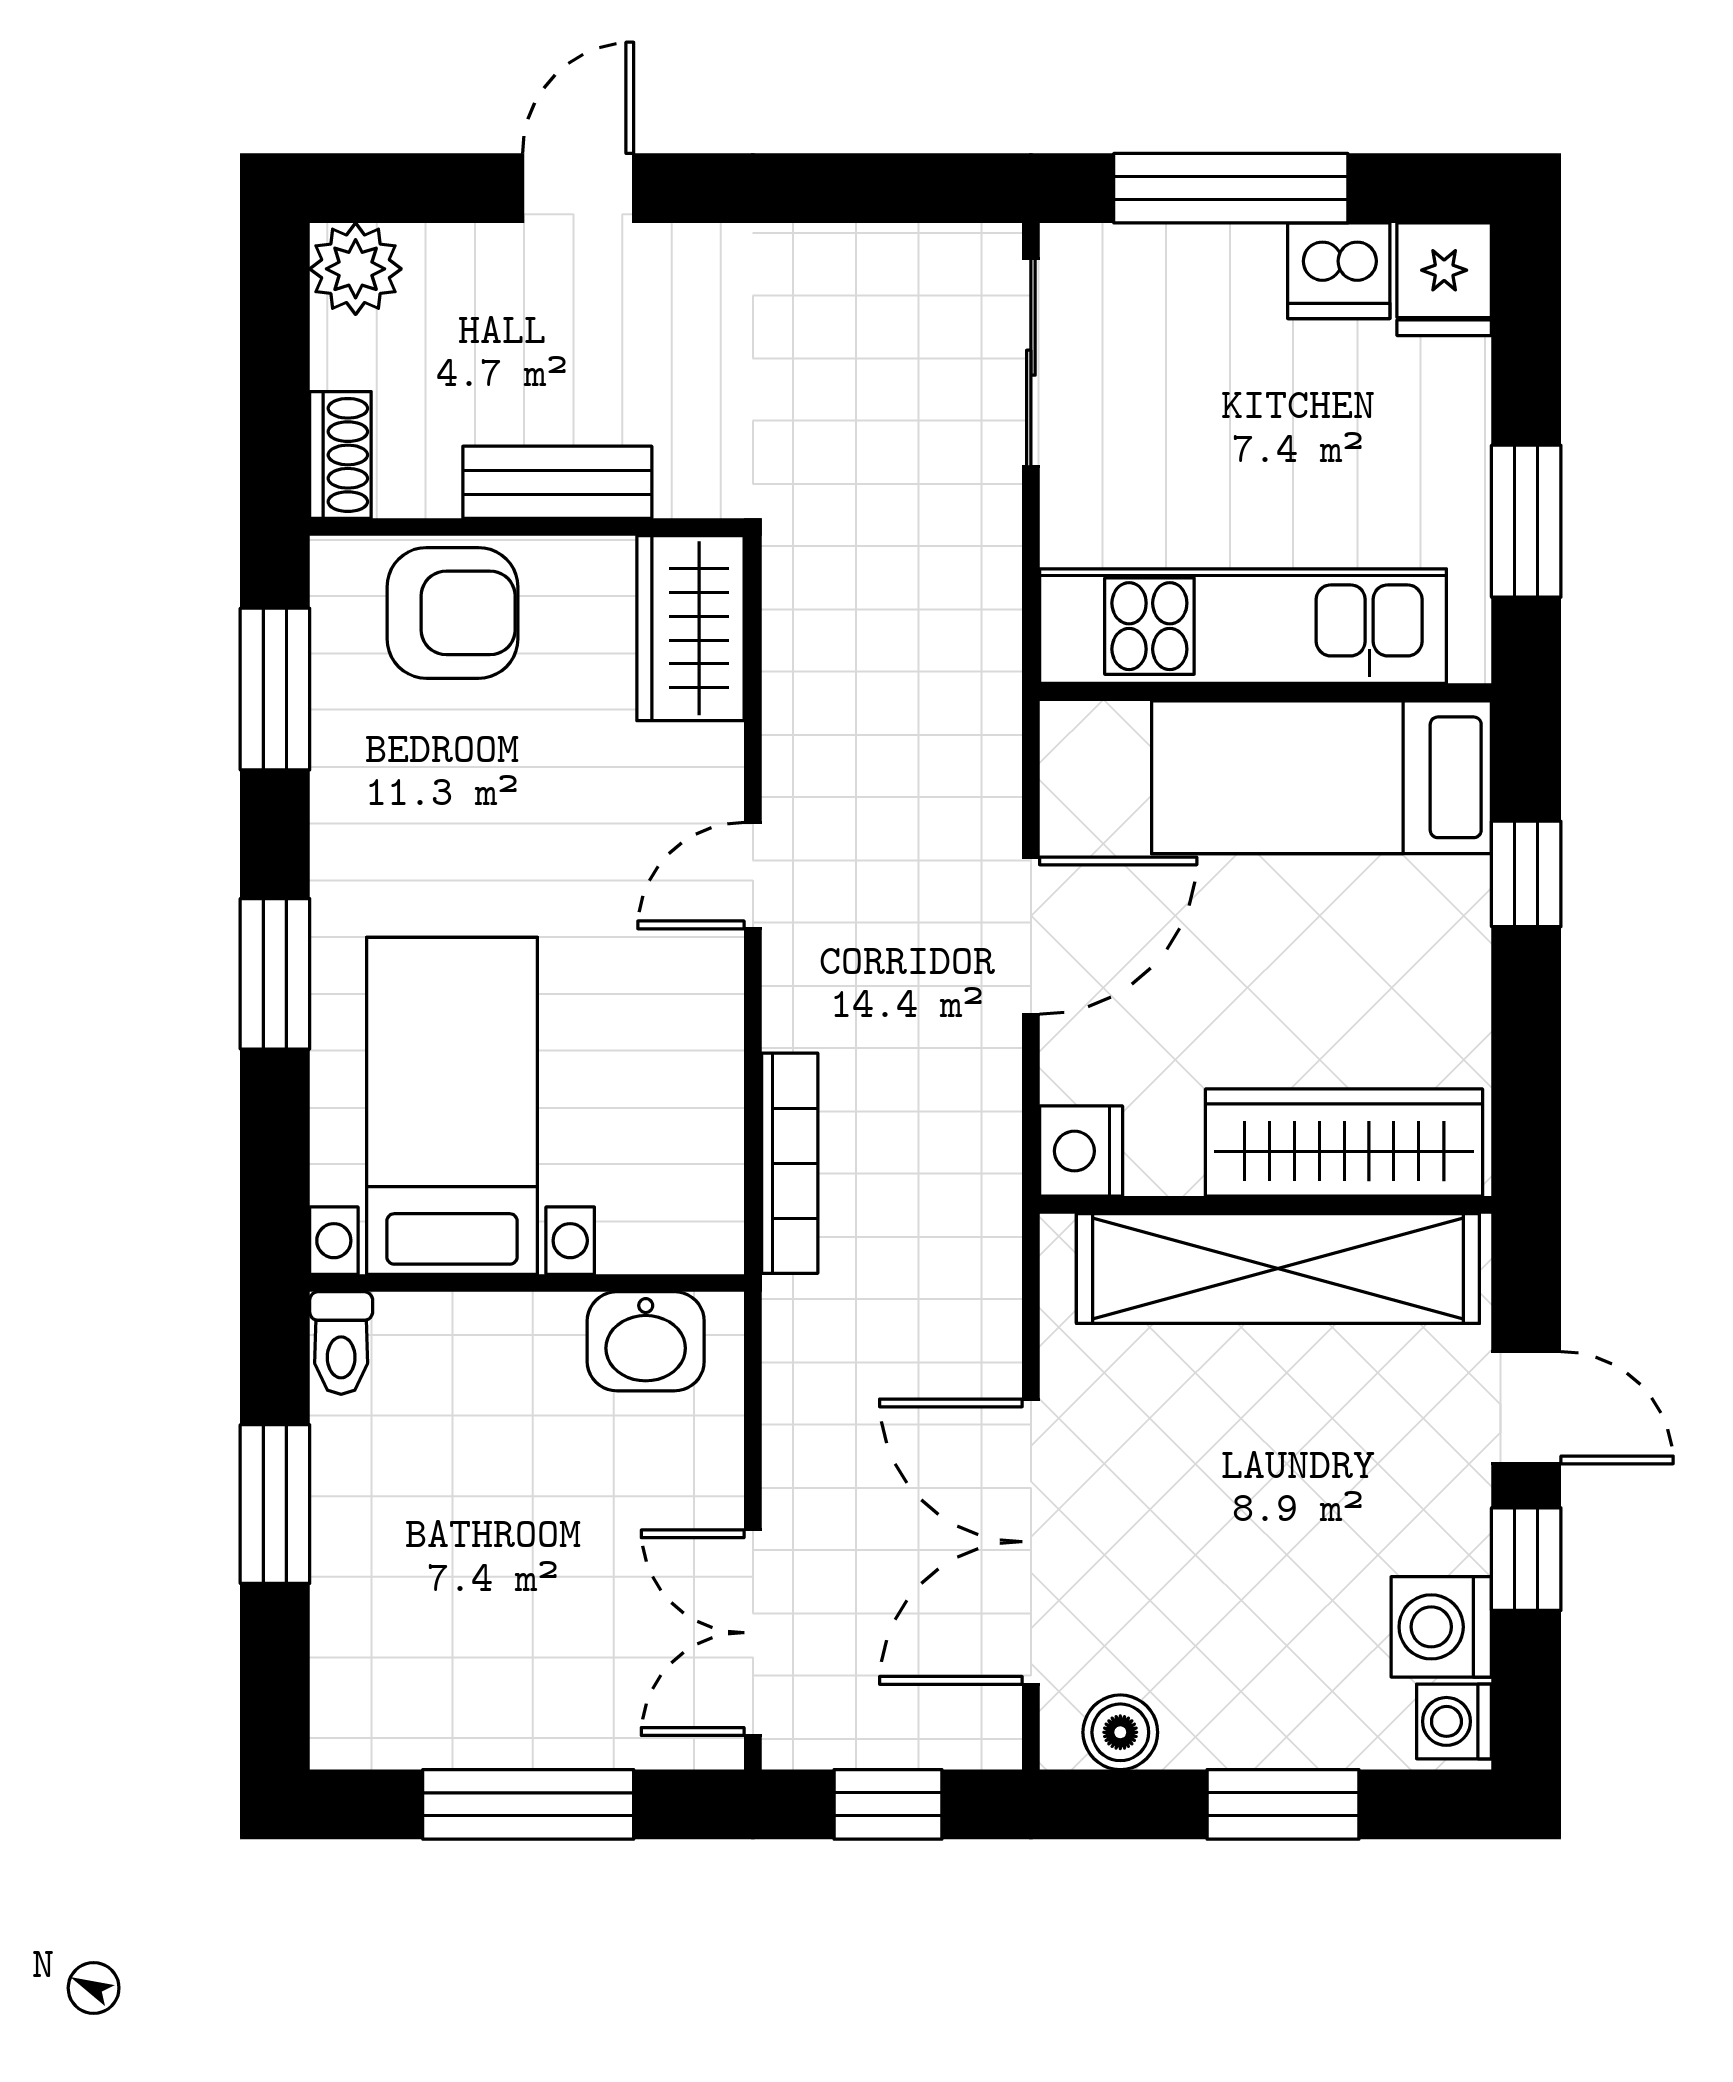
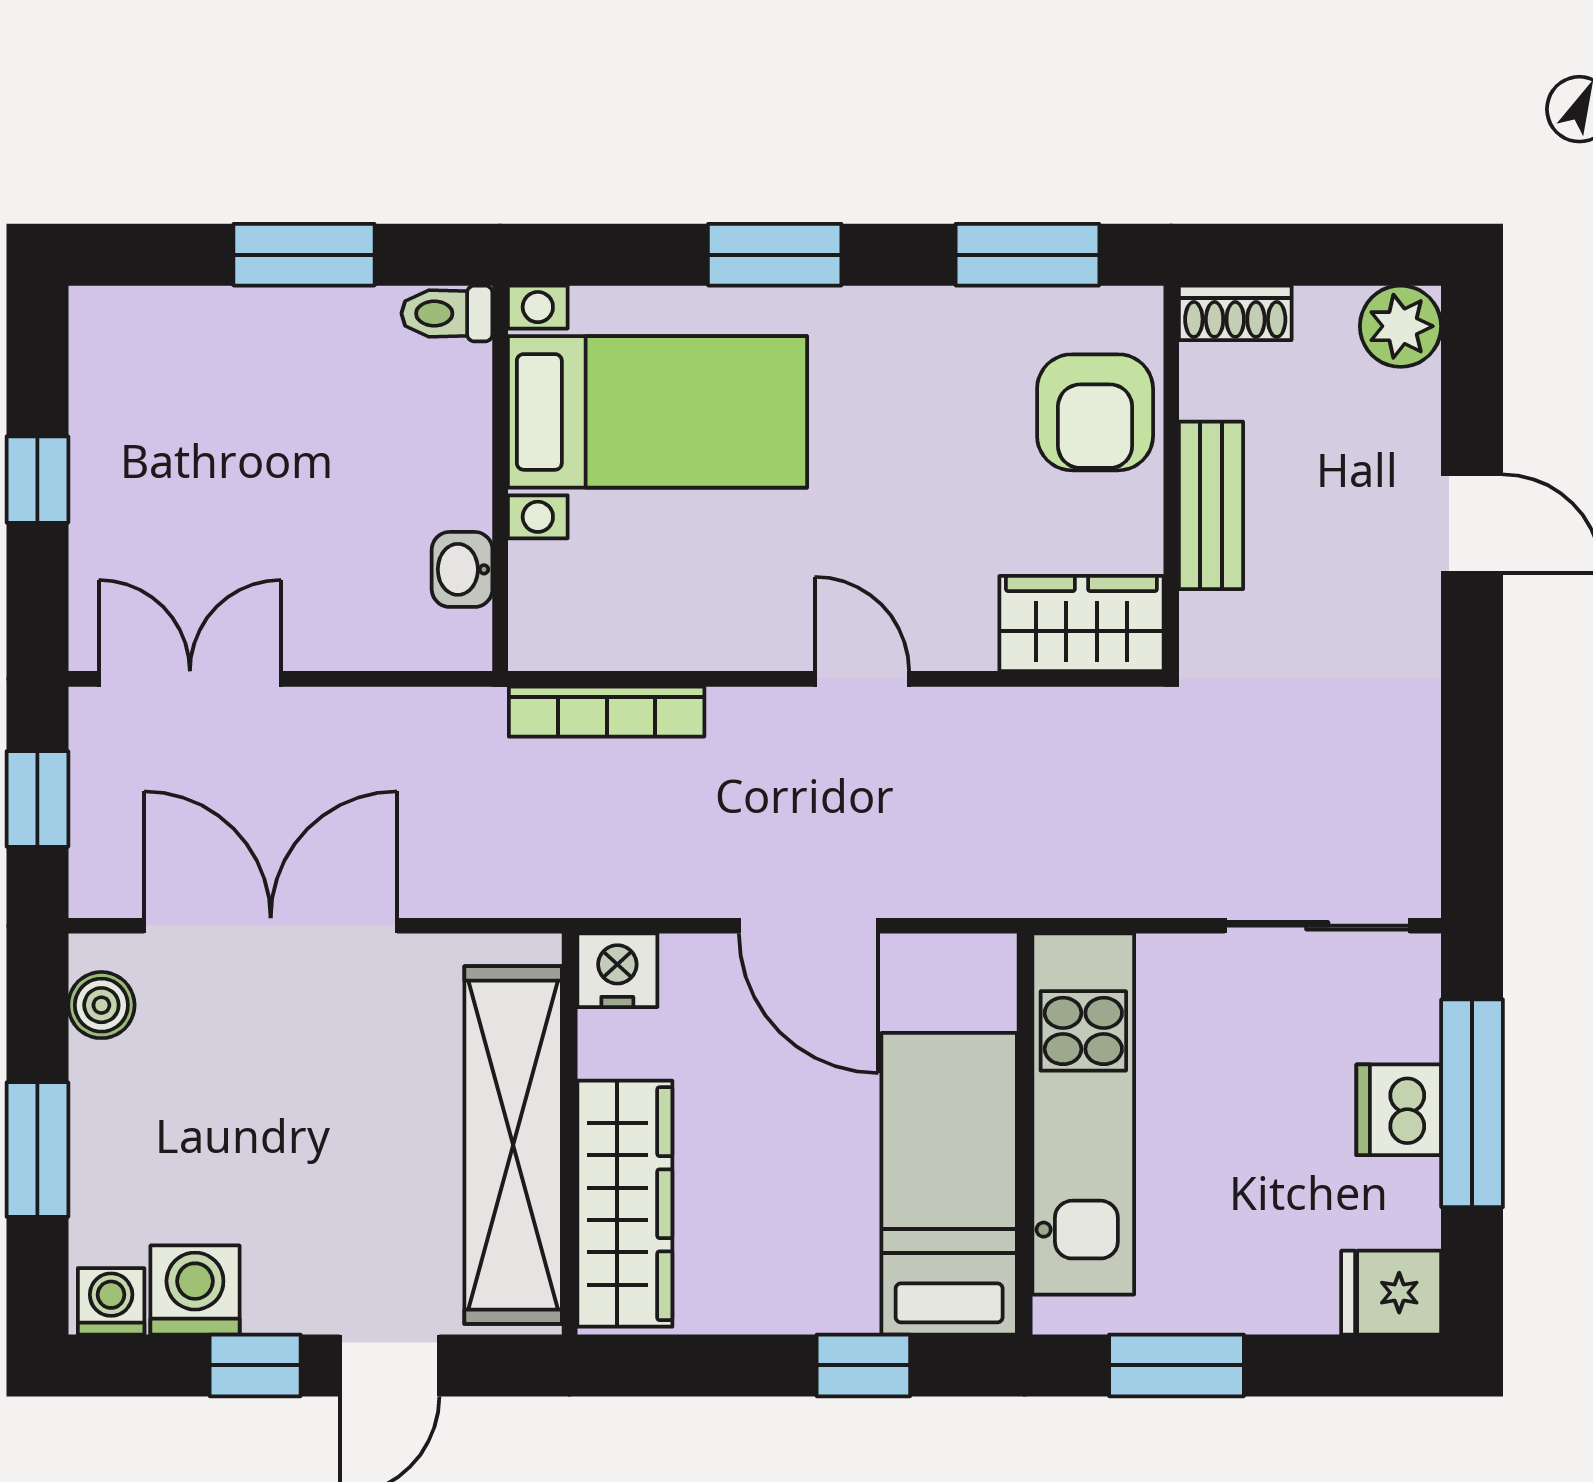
dishwasher: (1339, 271) -> (1399, 1110), moved
washbasin: (646, 1341) -> (462, 569), width x0.72, depth x0.69
window: (528, 1804) -> (37, 480), width x0.46

